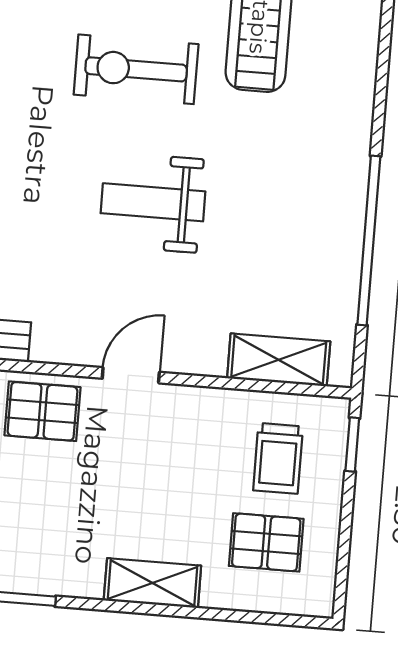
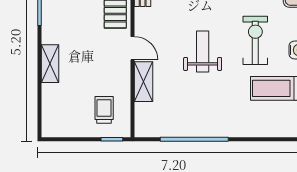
shelving: (279, 360) -> (144, 82), moved
trolley: (278, 458) -> (104, 110), turned 90
pallet: (266, 542) -> (70, 108), removed

